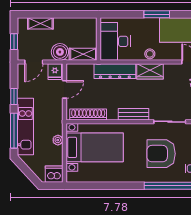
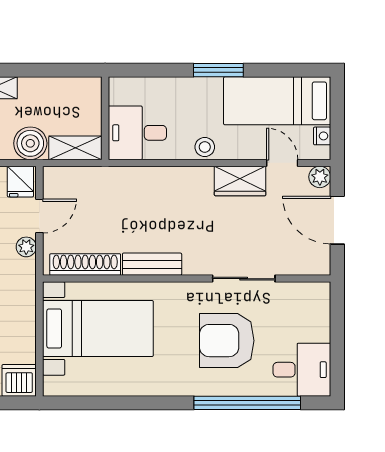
desk: (115, 41) -> (137, 133), width x0.73
dresser: (115, 71) -> (137, 181), removed
wardrobe: (150, 71) -> (240, 181), moved
bench: (134, 114) -> (152, 264), moved
plant: (58, 140) -> (26, 247), moved

